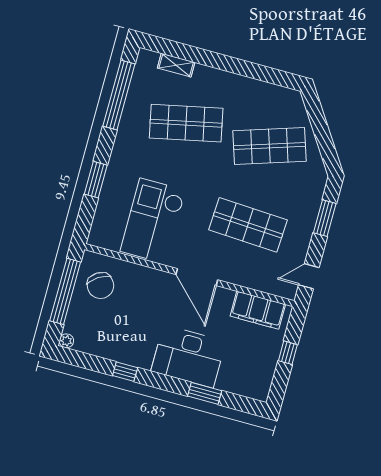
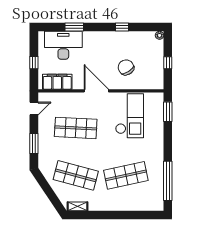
shelving: (176, 65) -> (78, 206), moved
shop shelf: (270, 146) -> (76, 175), turned 33
window: (96, 180) -> (168, 112), moved
chair: (101, 286) -> (126, 67), moved
window: (65, 291) -> (168, 63), width x0.32
desk: (188, 356) -> (63, 45), moved

